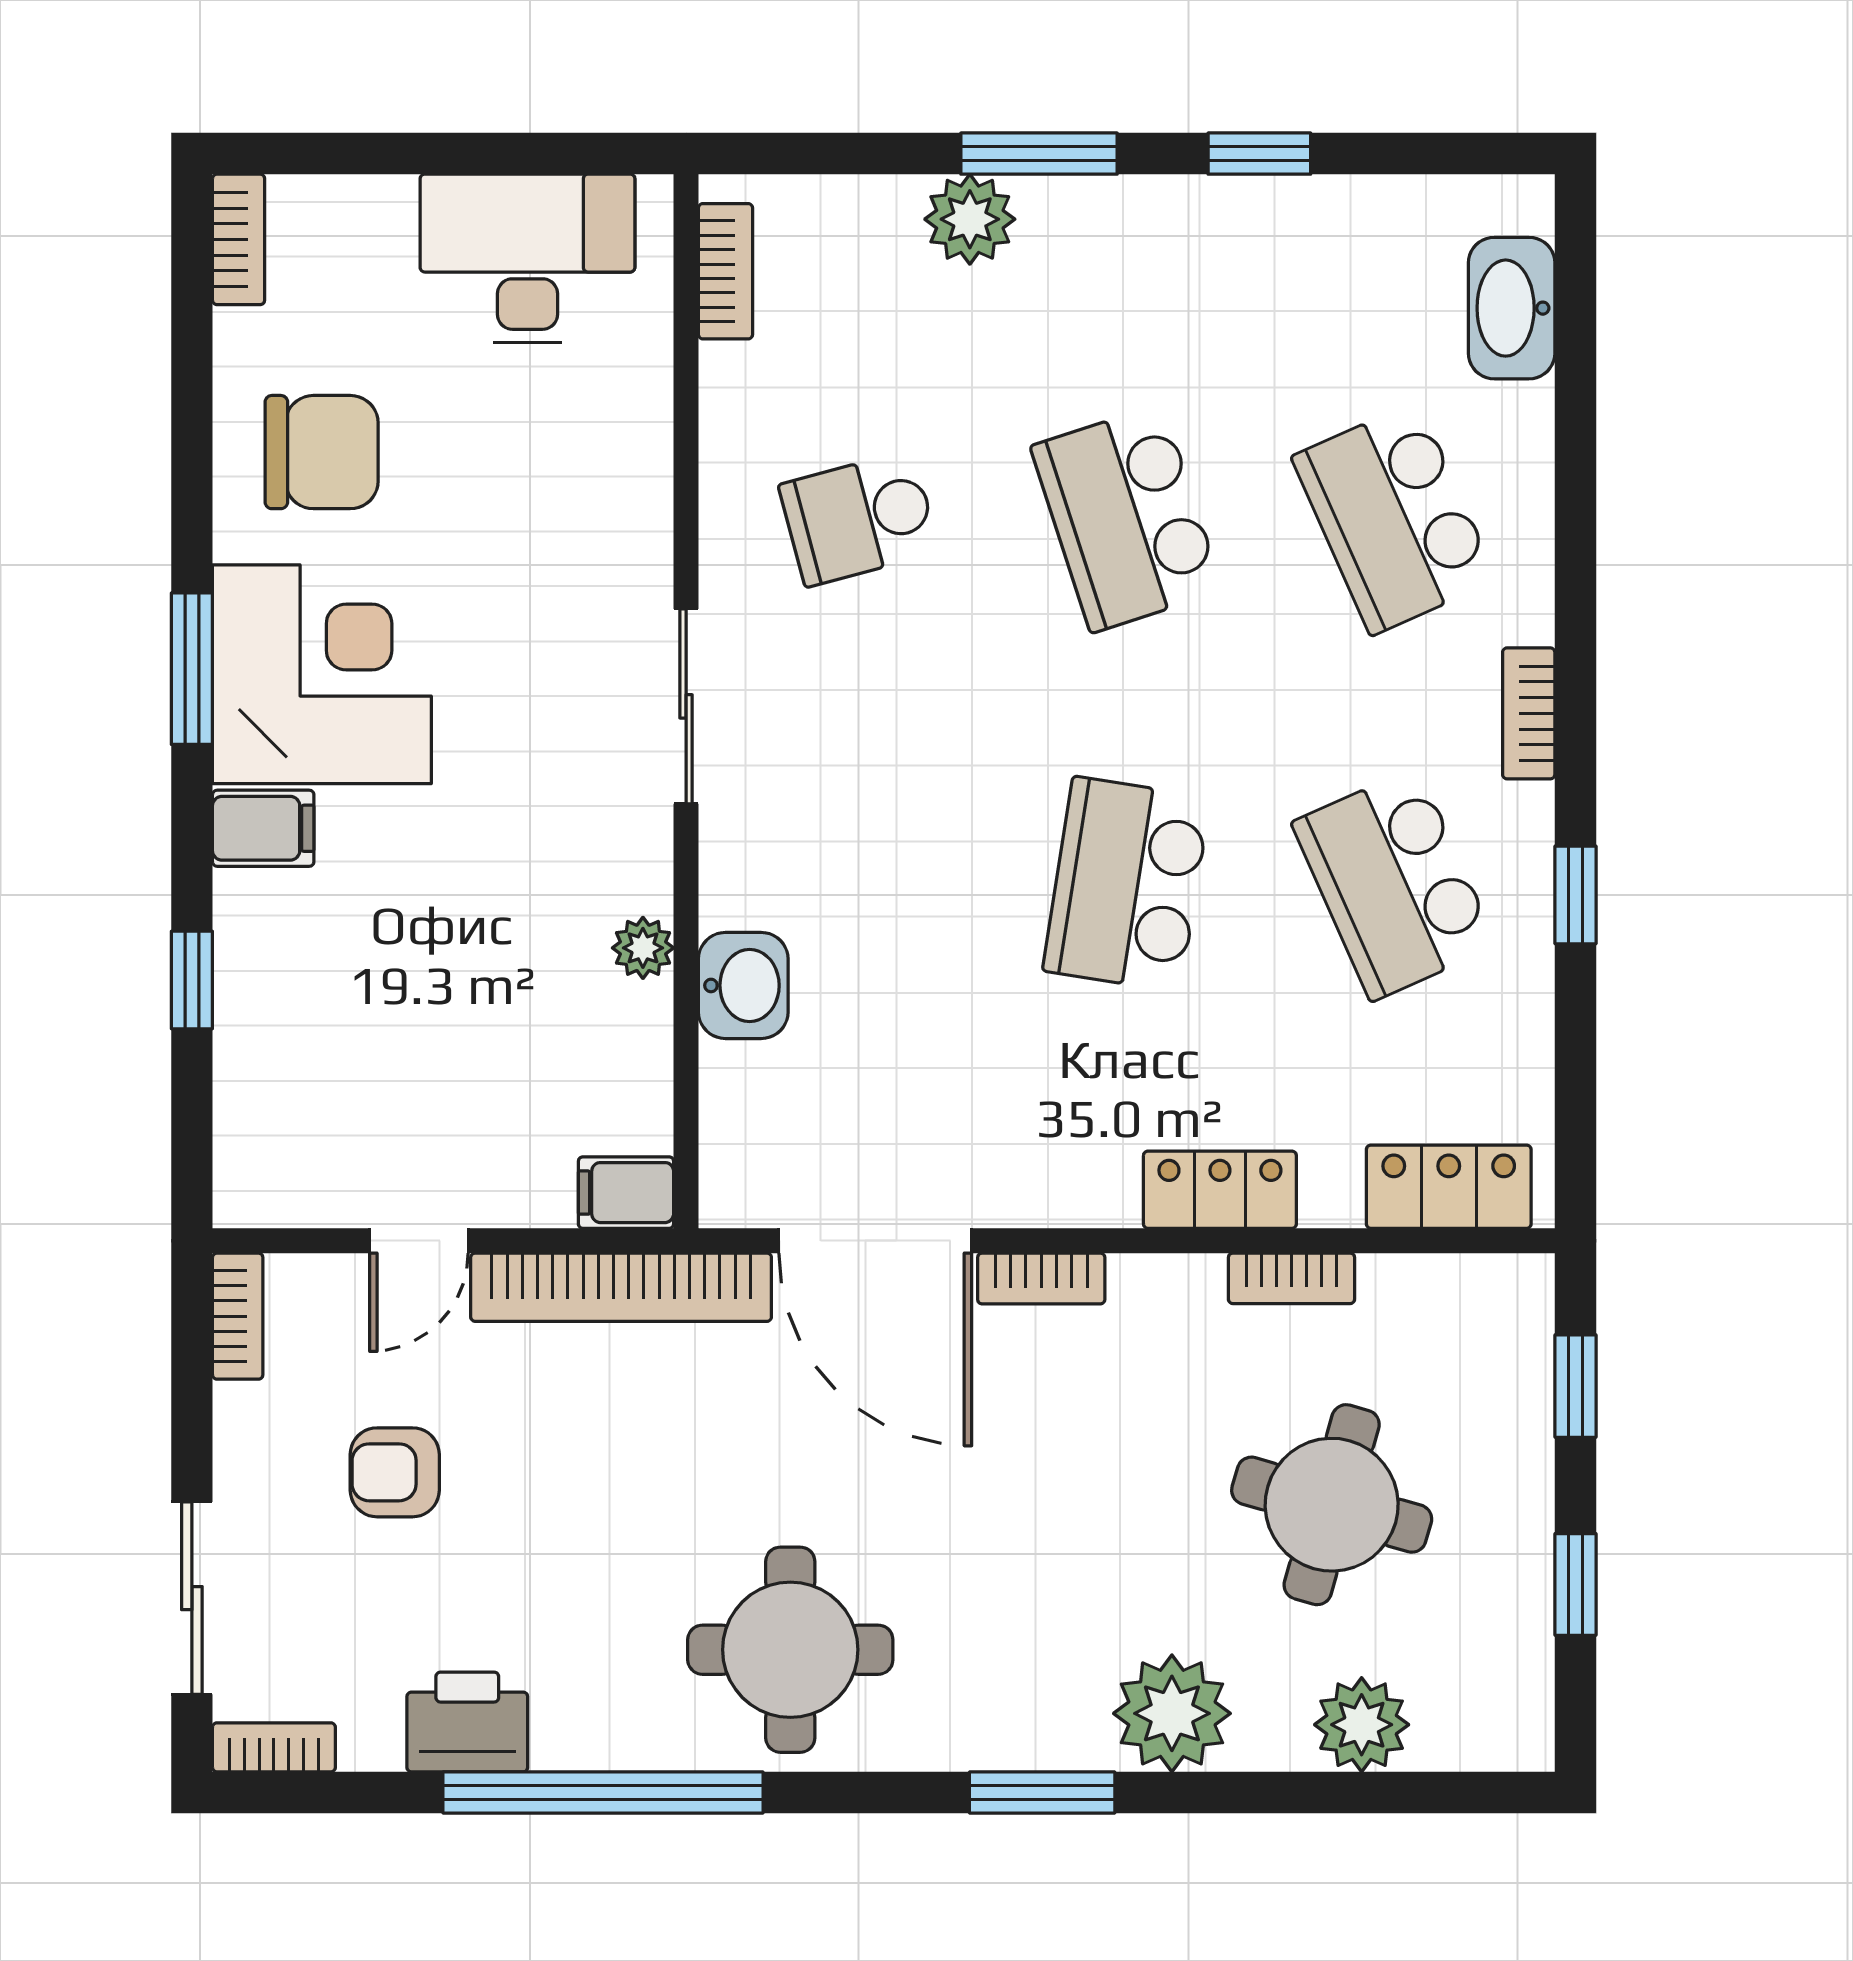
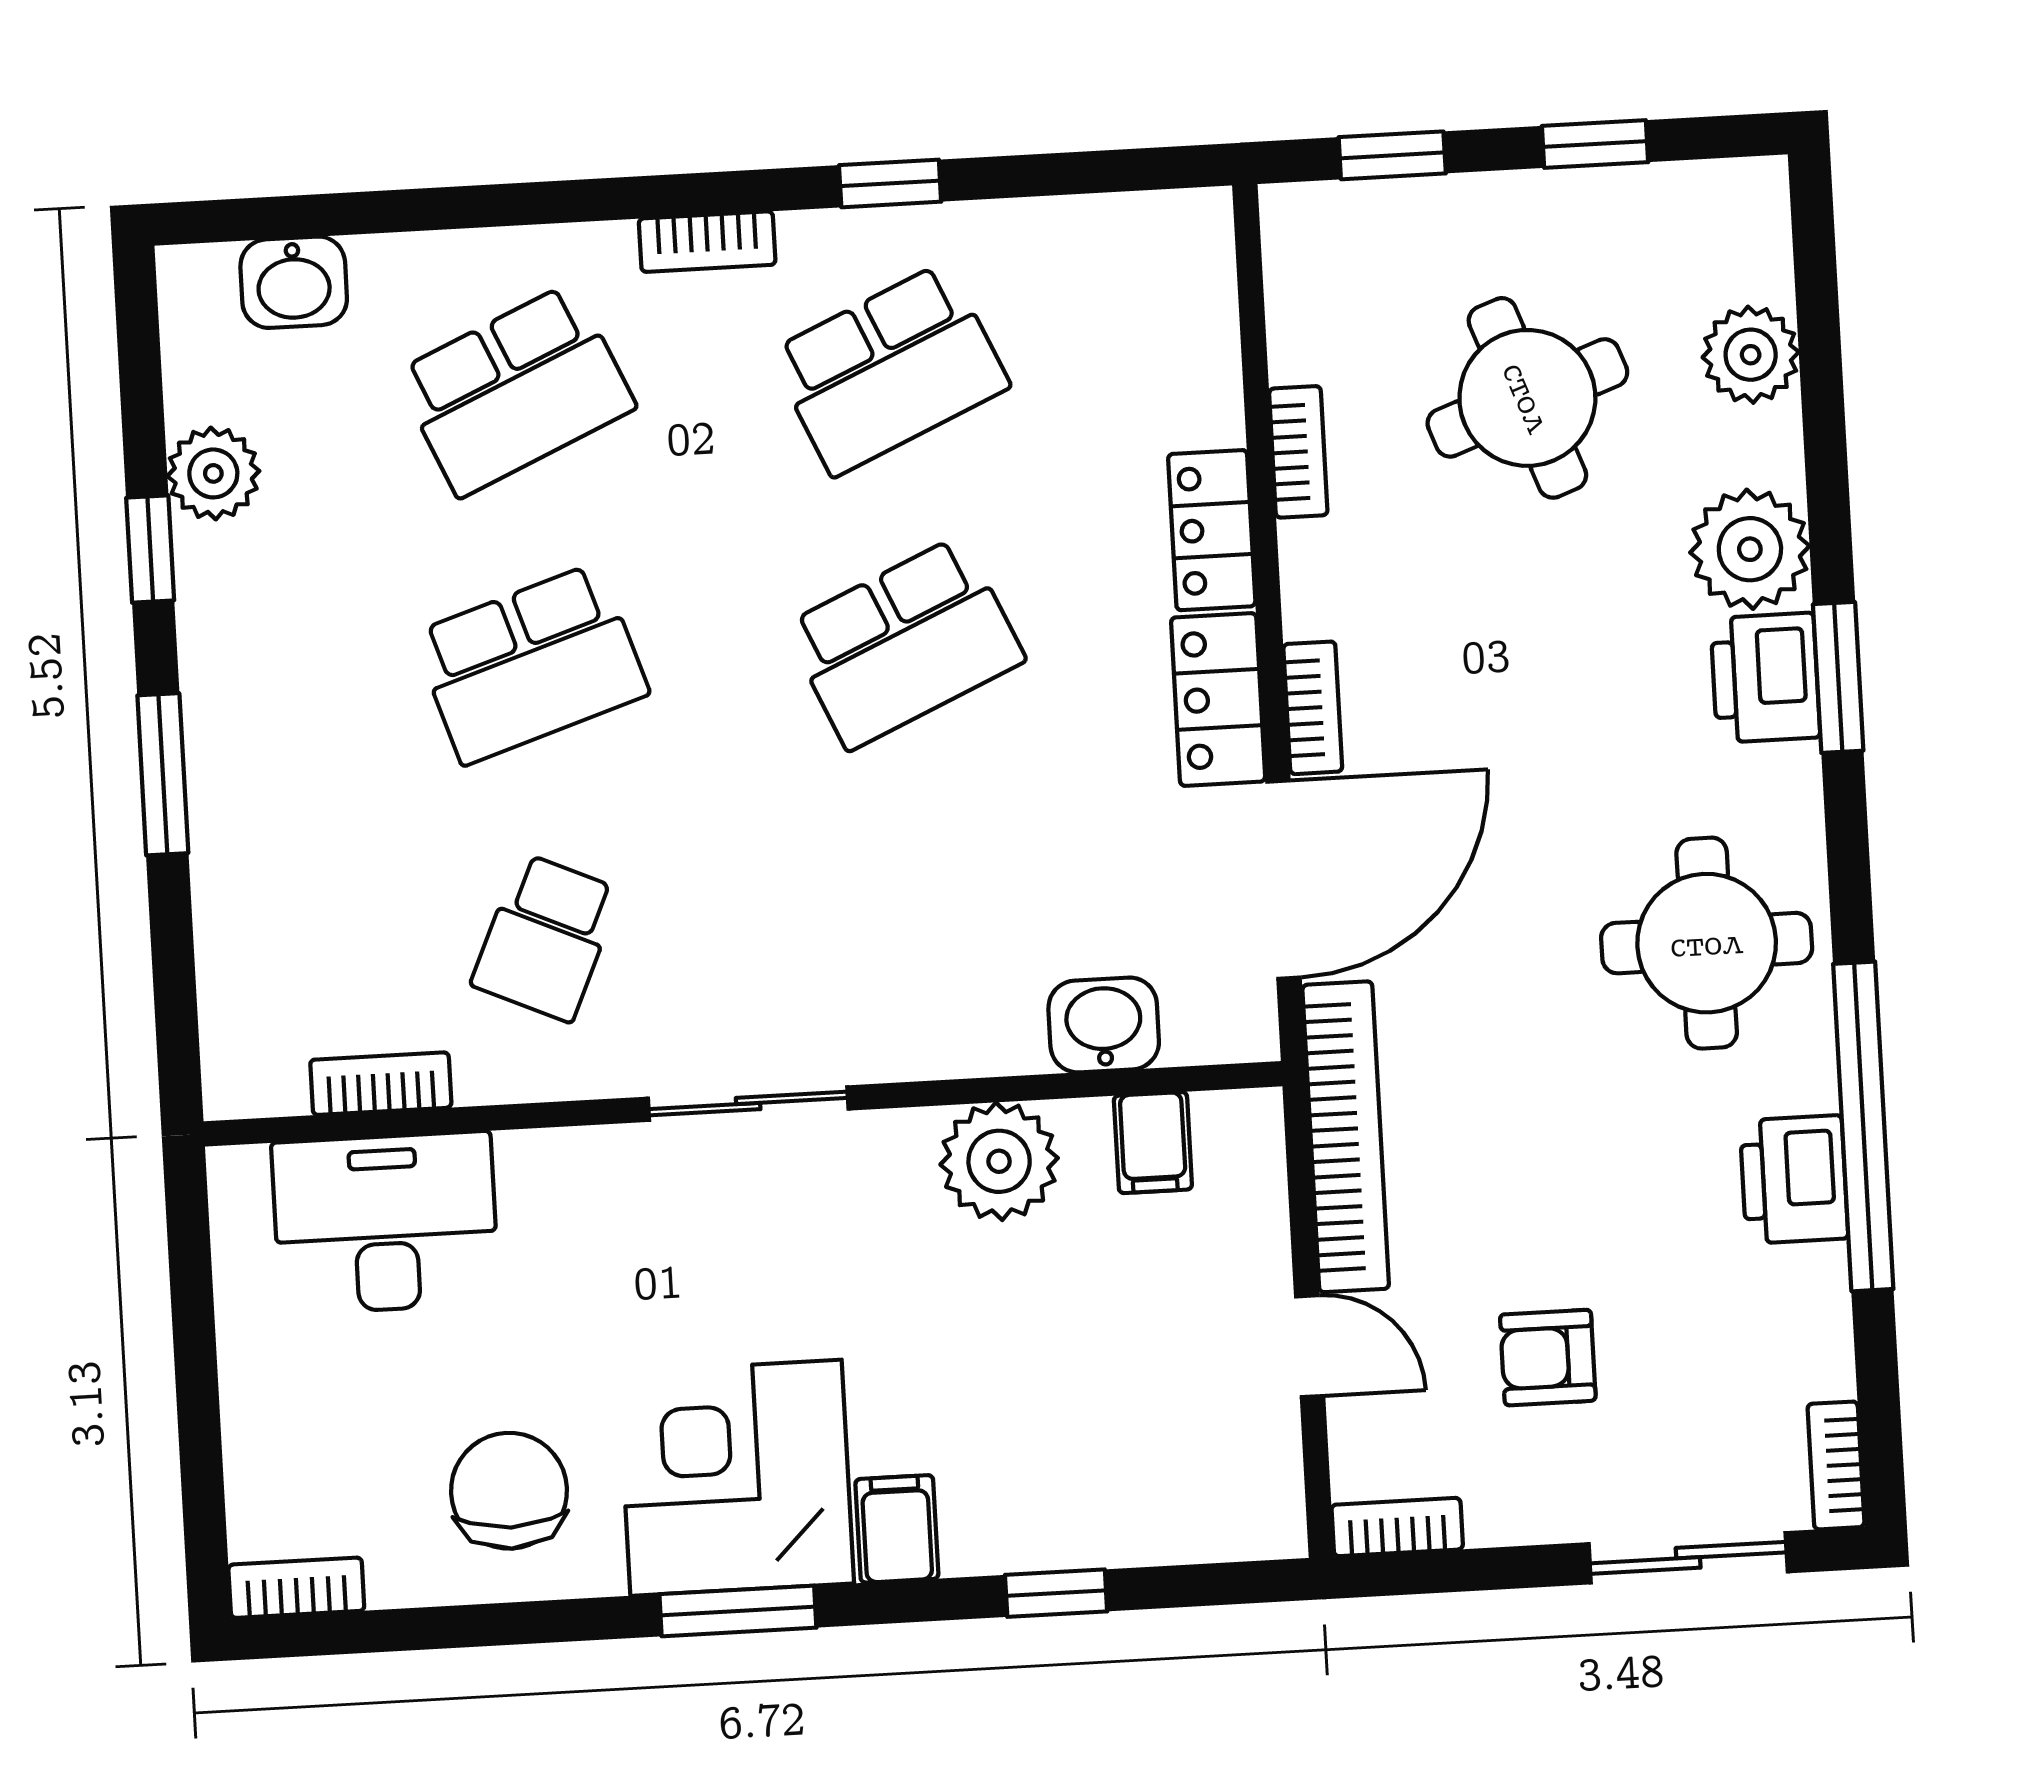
plant: (970, 219) -> (213, 473), moved
desk: (527, 259) -> (385, 1223), moved, turned 90
bookcase: (725, 271) -> (381, 1084), moved
washbasin: (1512, 308) -> (294, 282), width x0.72
school desk: (859, 518) -> (546, 937), turned 39
school desk: (1127, 884) -> (905, 643), turned -33
plant: (643, 948) -> (999, 1161), width x1.88, depth x1.88
washbasin: (743, 985) -> (1104, 1025), moved
locker: (1449, 1187) -> (1218, 699), moved
filing cabinet: (626, 1193) -> (1153, 1143), moved
armchair: (395, 1472) -> (1548, 1358), turned 90
round table: (1332, 1505) -> (1527, 398), turned -36
printer: (1046, 1721) -> (1765, 678), added
printer: (467, 1722) -> (1794, 1180), moved

